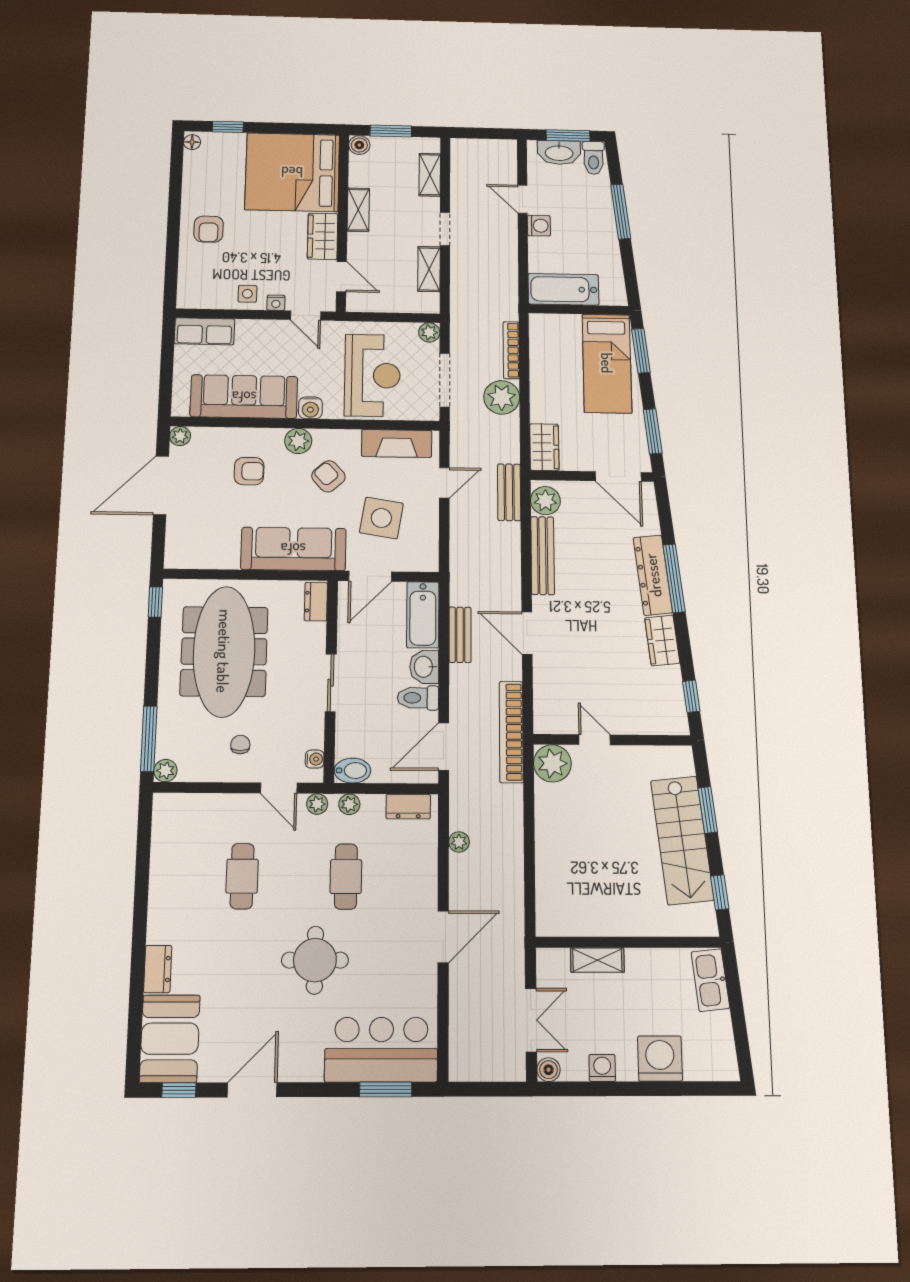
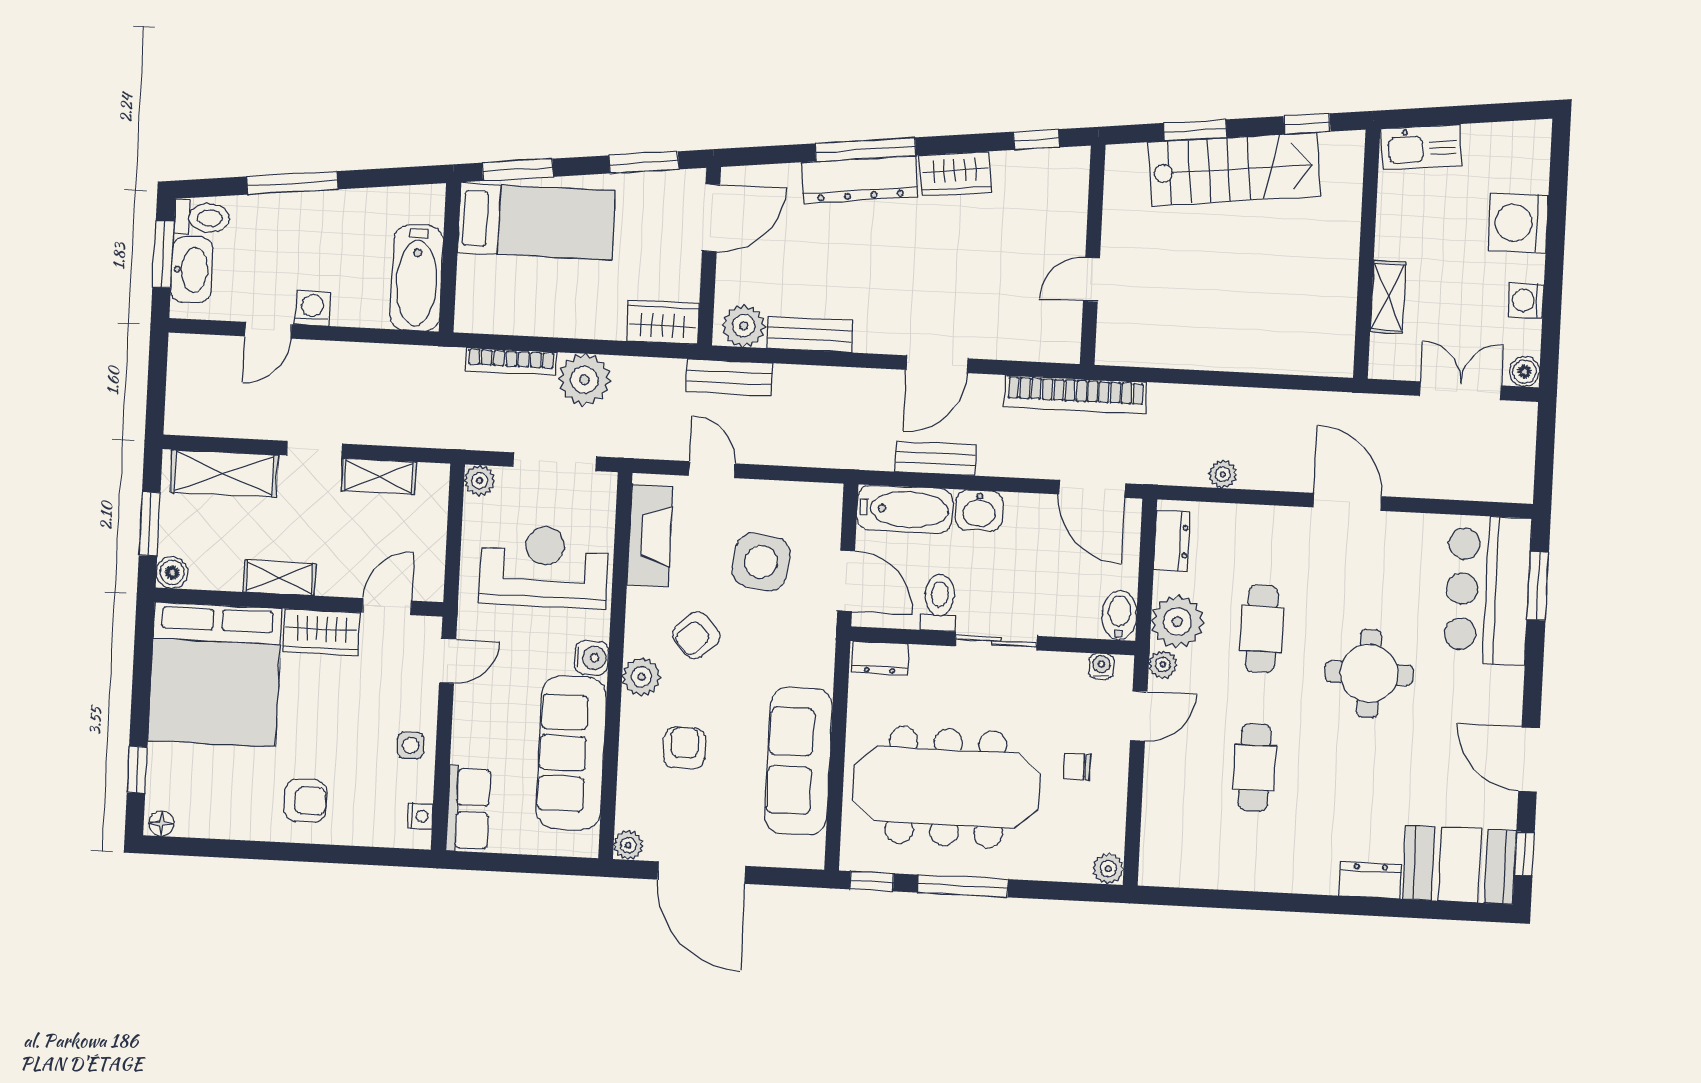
shelving: (430, 175) -> (224, 474), width x1.50, depth x1.33
nightstand: (276, 303) -> (420, 816), moved
sofa: (293, 549) -> (798, 761), moved
bench: (543, 556) -> (810, 334), width x0.73
toilet: (418, 698) -> (939, 602), moved, turned 180
window: (149, 739) -> (963, 886), moved
plant: (552, 763) -> (1122, 340), removed
plant: (349, 804) -> (1177, 622), width x1.88, depth x1.88
cafe table: (242, 876) -> (1255, 768), turned 90
cafe table: (346, 876) -> (1262, 629), turned 90

